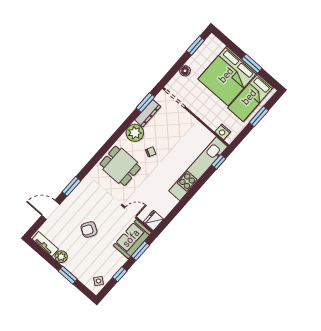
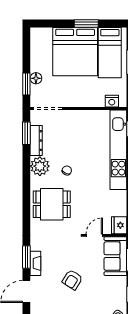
window: (196, 46) -> (26, 84), moved
fireplace: (74, 196) -> (35, 263), added

